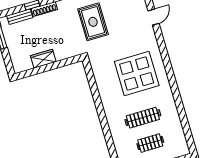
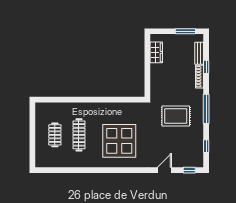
door: (154, 17) -> (164, 170), swing flipped
wardrobe: (43, 59) -> (156, 52), moved

